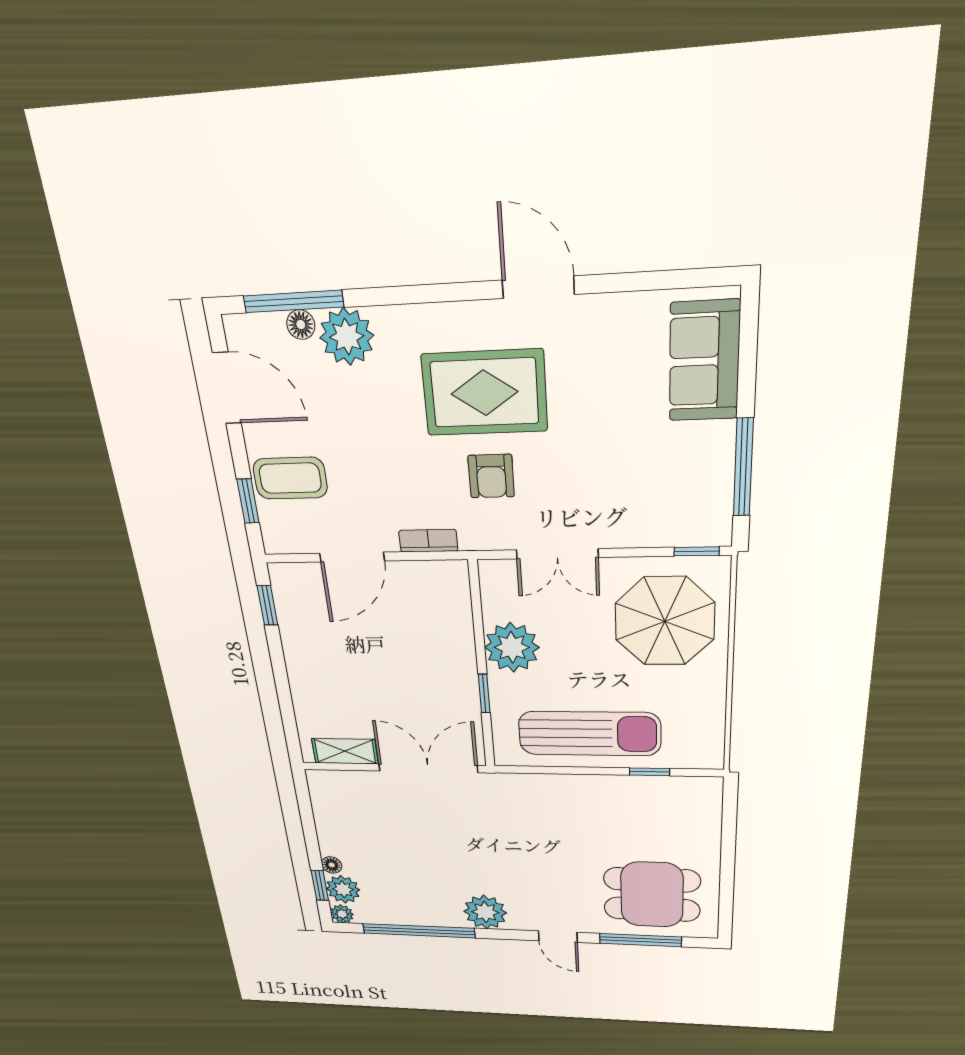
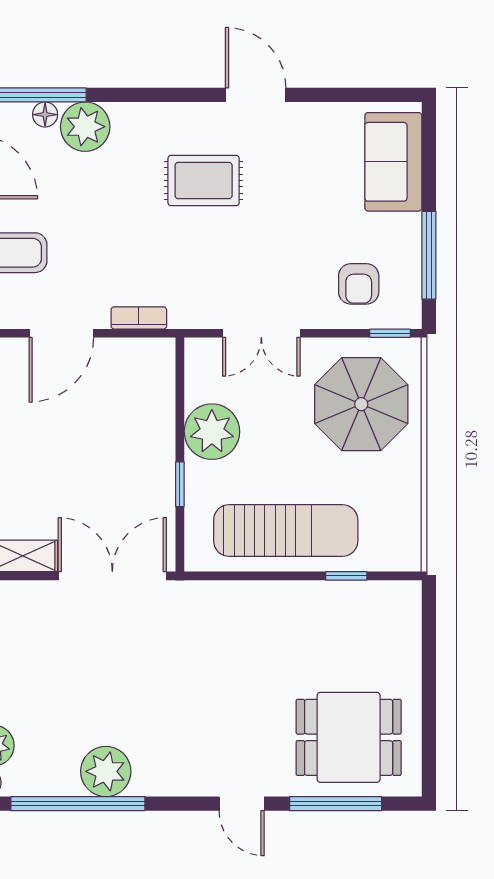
rug: (485, 393) -> (204, 181), width x0.73, depth x0.70
armchair: (491, 476) -> (359, 284), moved
plant: (485, 912) -> (106, 771), moved

